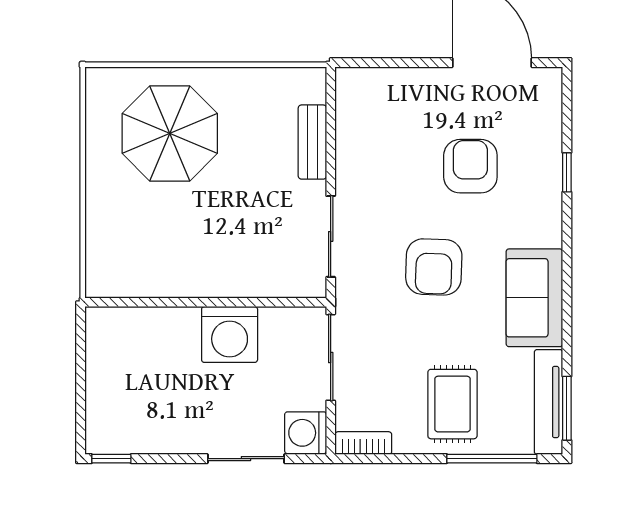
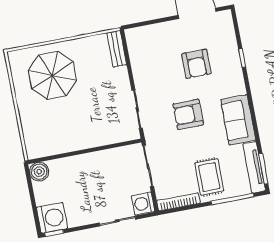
bench: (312, 142) -> (117, 49), moved
armchair: (470, 166) -> (196, 64), turned 180
armchair: (434, 267) -> (188, 114), turned 88
boiler: (105, 326) -> (39, 172), added
washing machine: (230, 334) -> (52, 218), moved, turned -90
bookcase: (363, 443) -> (178, 202), width x1.56

